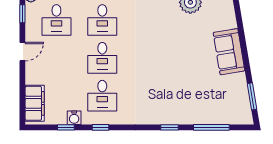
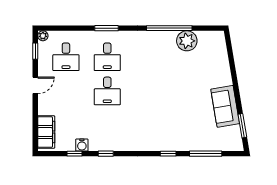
sofa: (229, 52) -> (225, 106), moved
desk: (102, 96) -> (107, 125), removed

